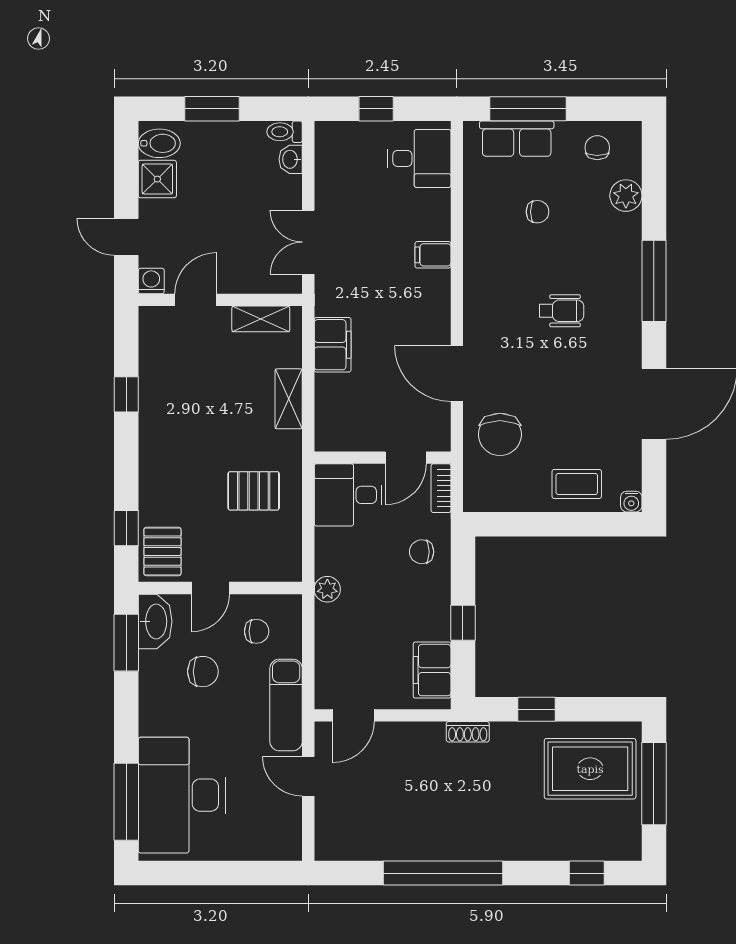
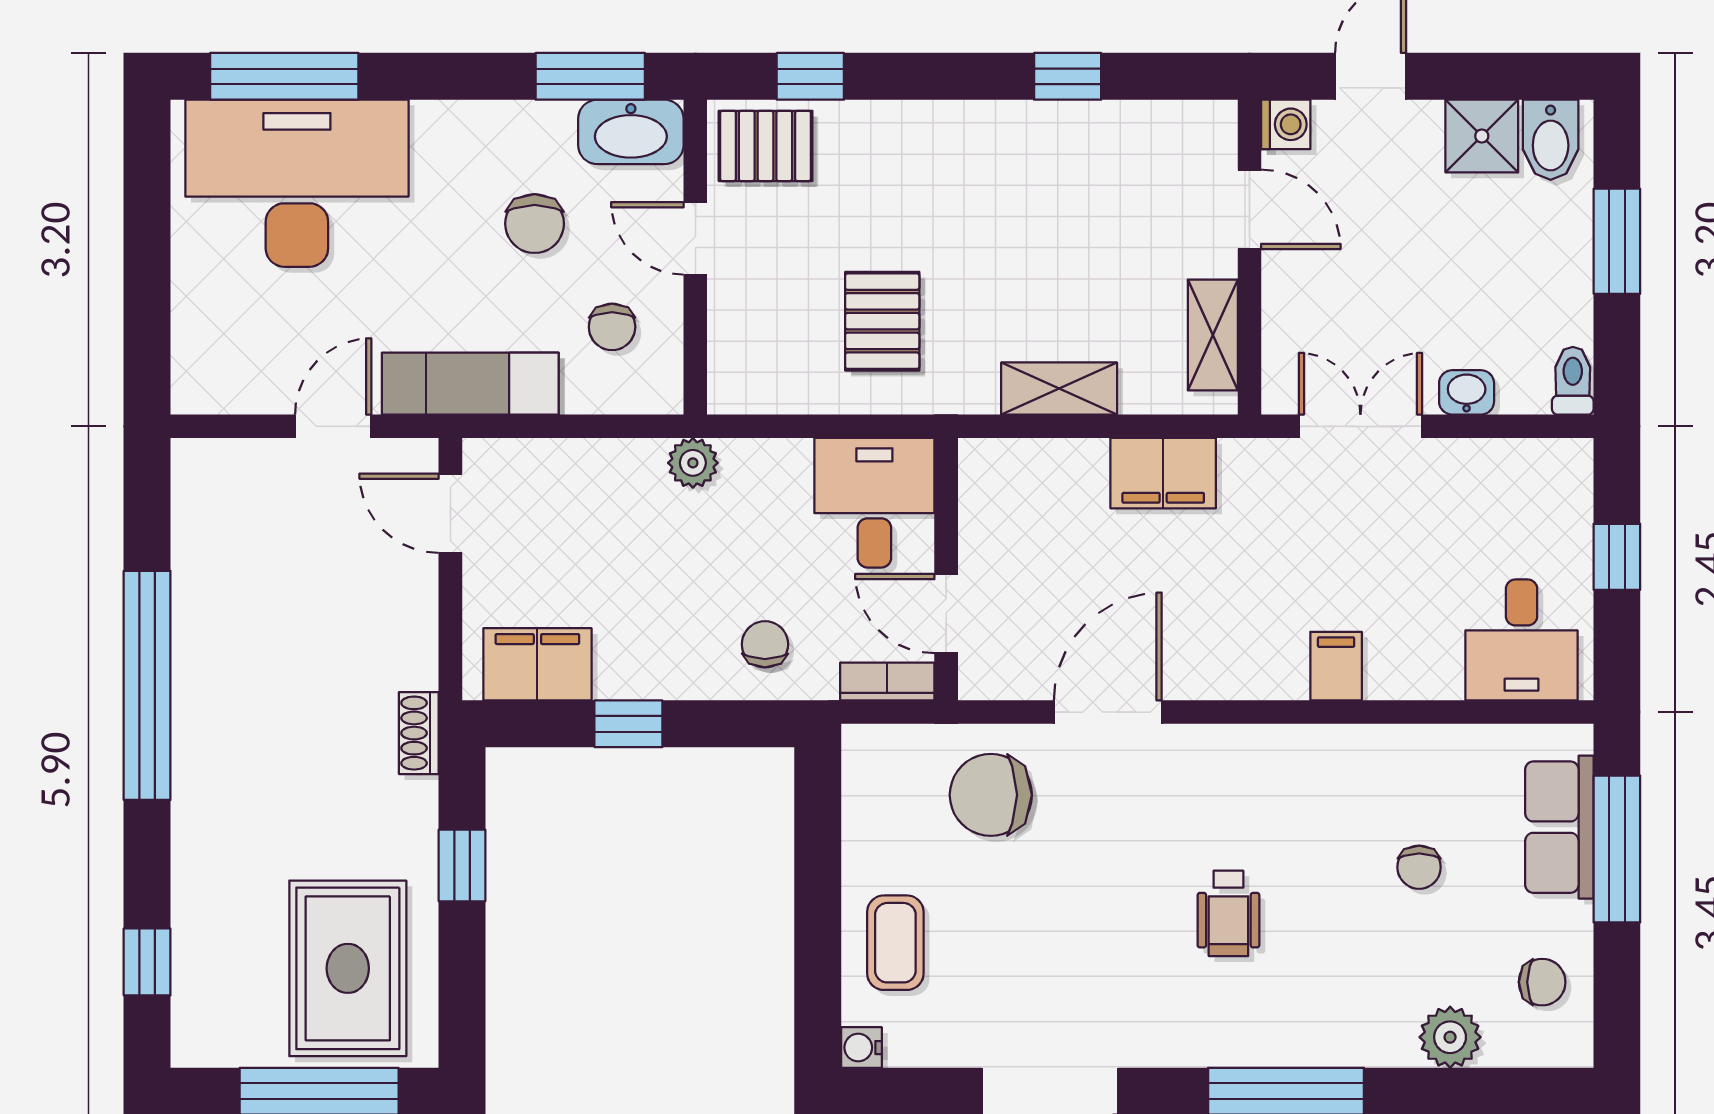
washbasin: (291, 159) -> (1467, 392), moved

